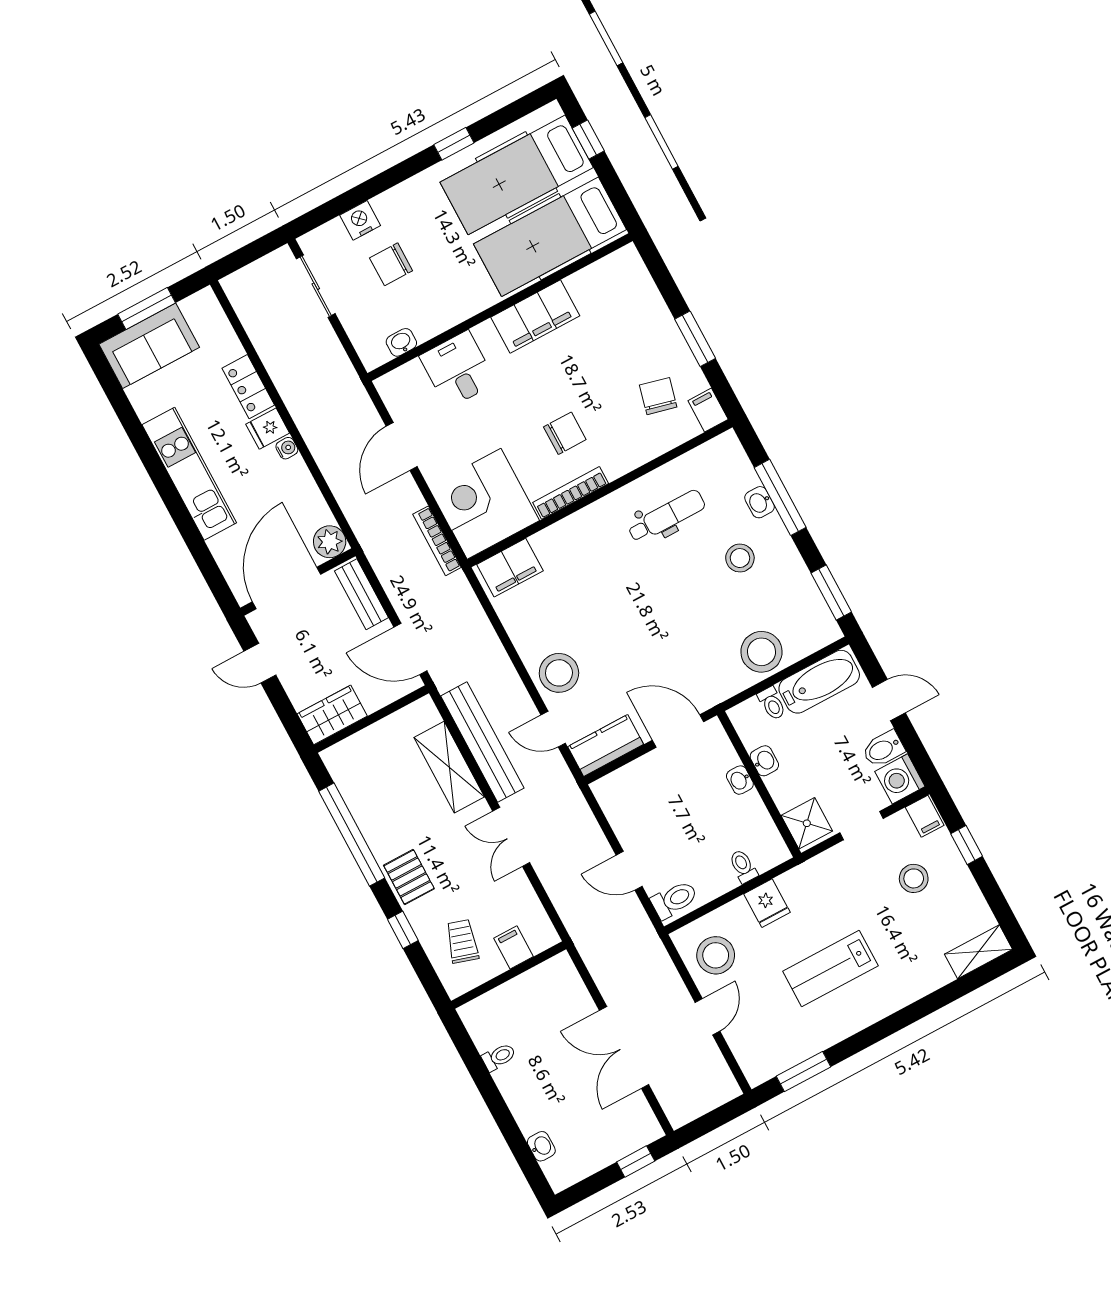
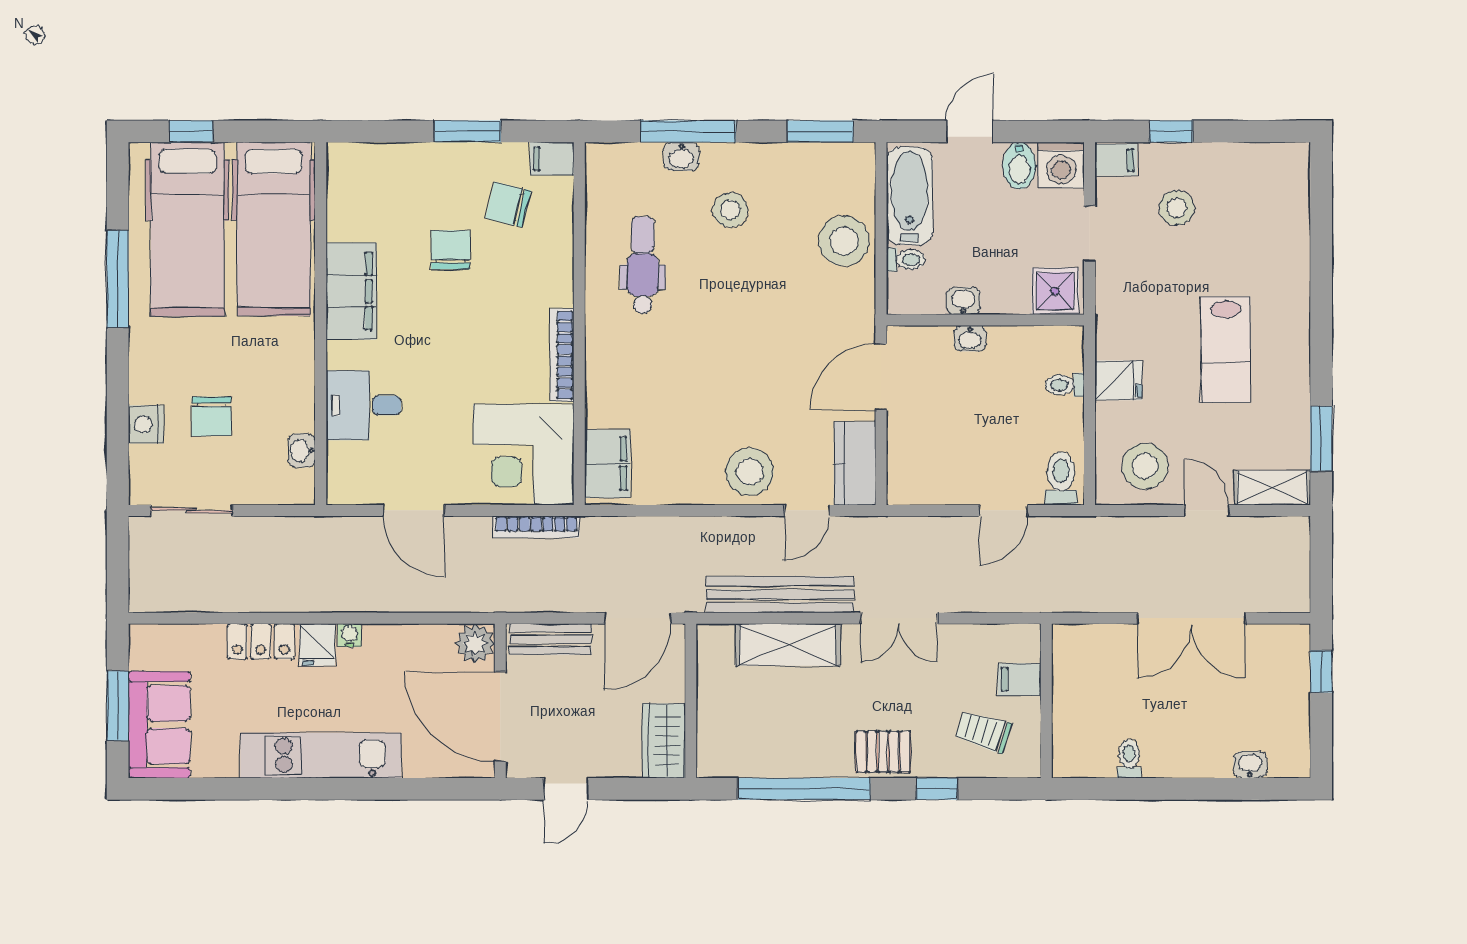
window: (454, 144) -> (118, 279), width x2.17
chair: (565, 433) -> (451, 250), moved
shelving: (978, 952) -> (1272, 488), moved, turned 90

